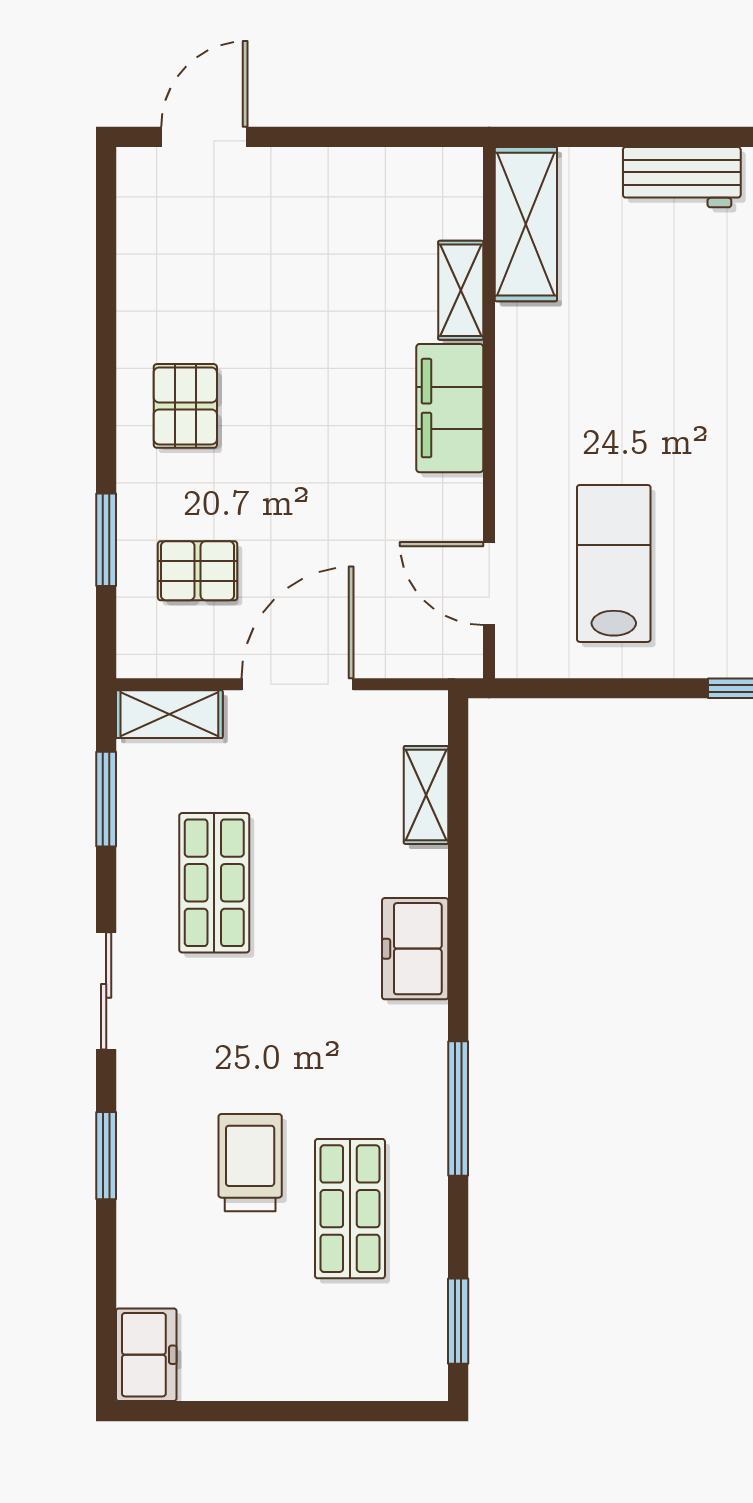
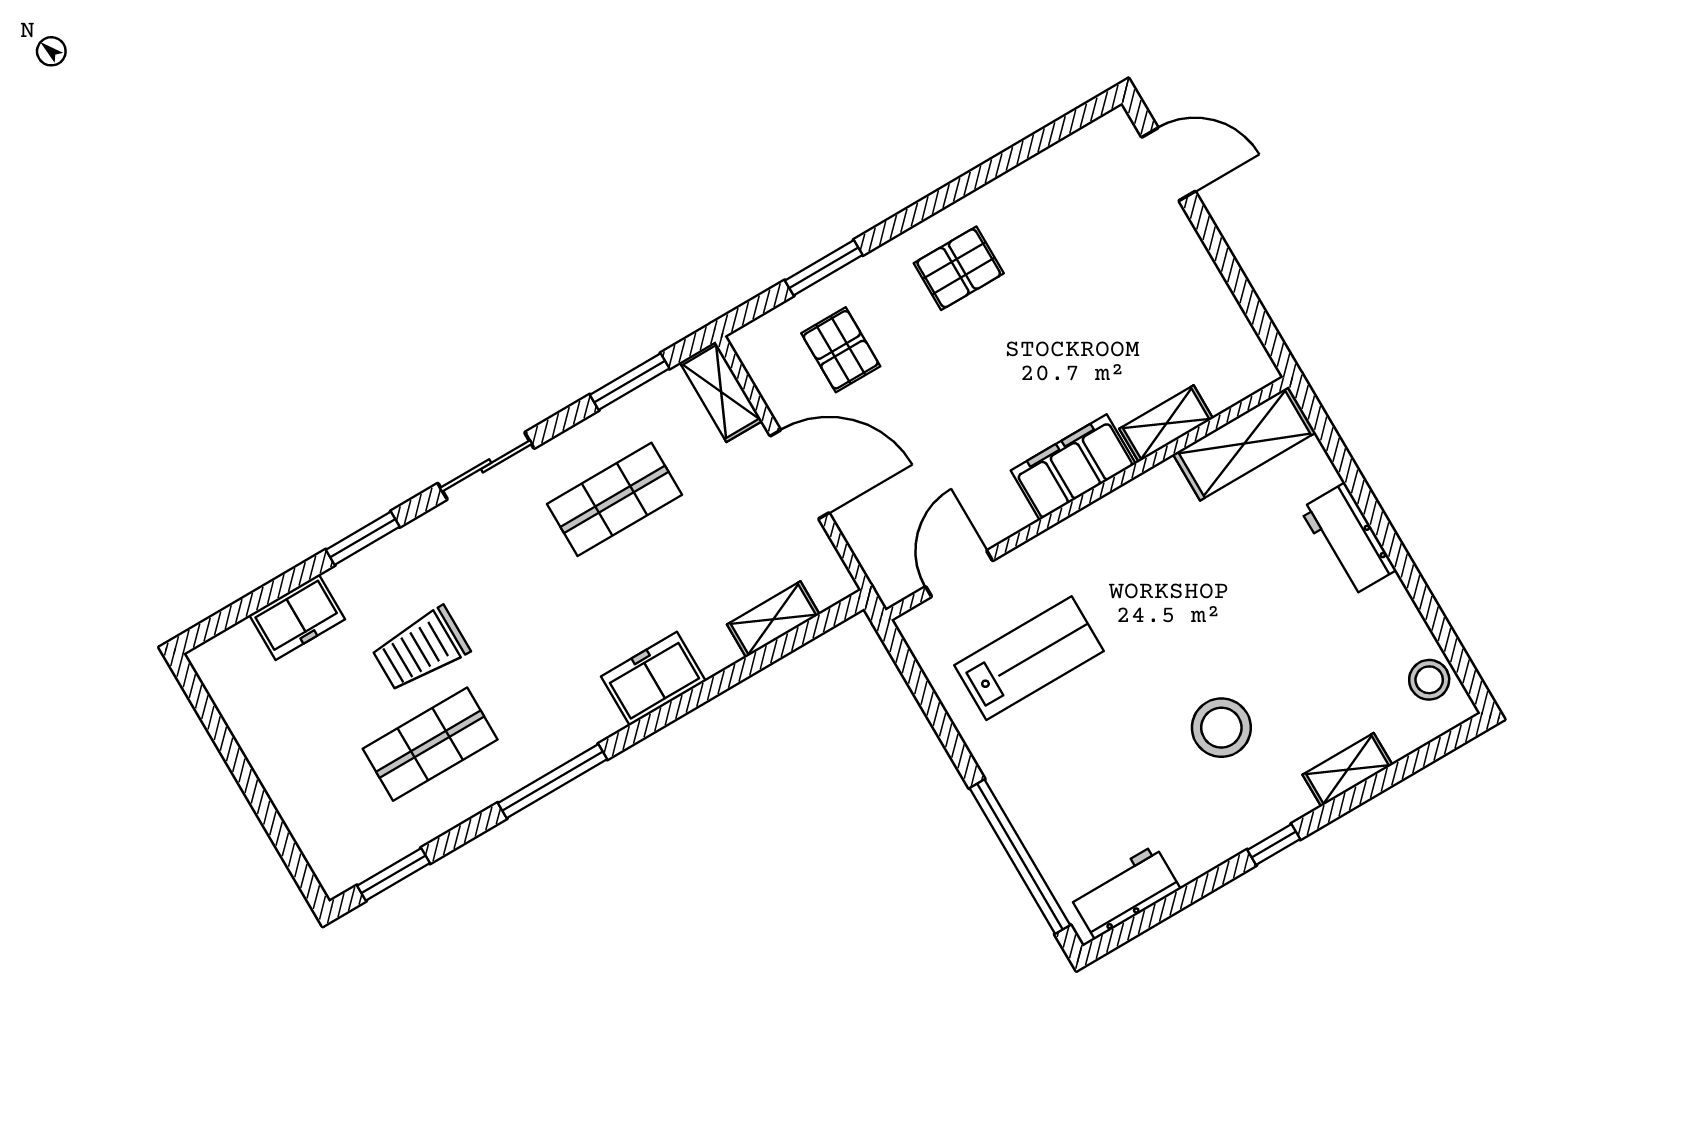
trolley: (250, 1163) -> (421, 649), turned 180
freezer: (146, 1355) -> (297, 617), moved

